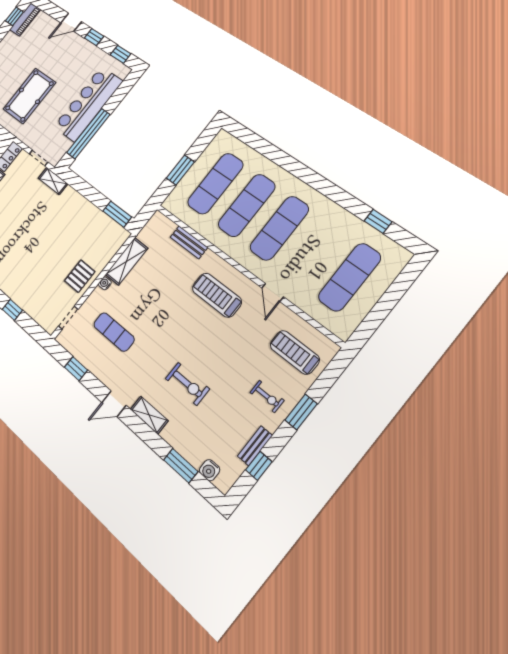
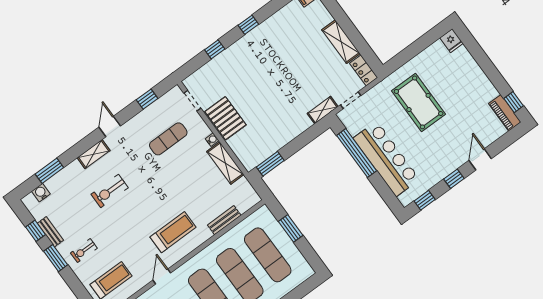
pallet: (80, 276) -> (225, 118), width x1.50, depth x1.42
door: (273, 292) -> (162, 276), hinge flipped
window: (301, 412) -> (56, 258), moved

